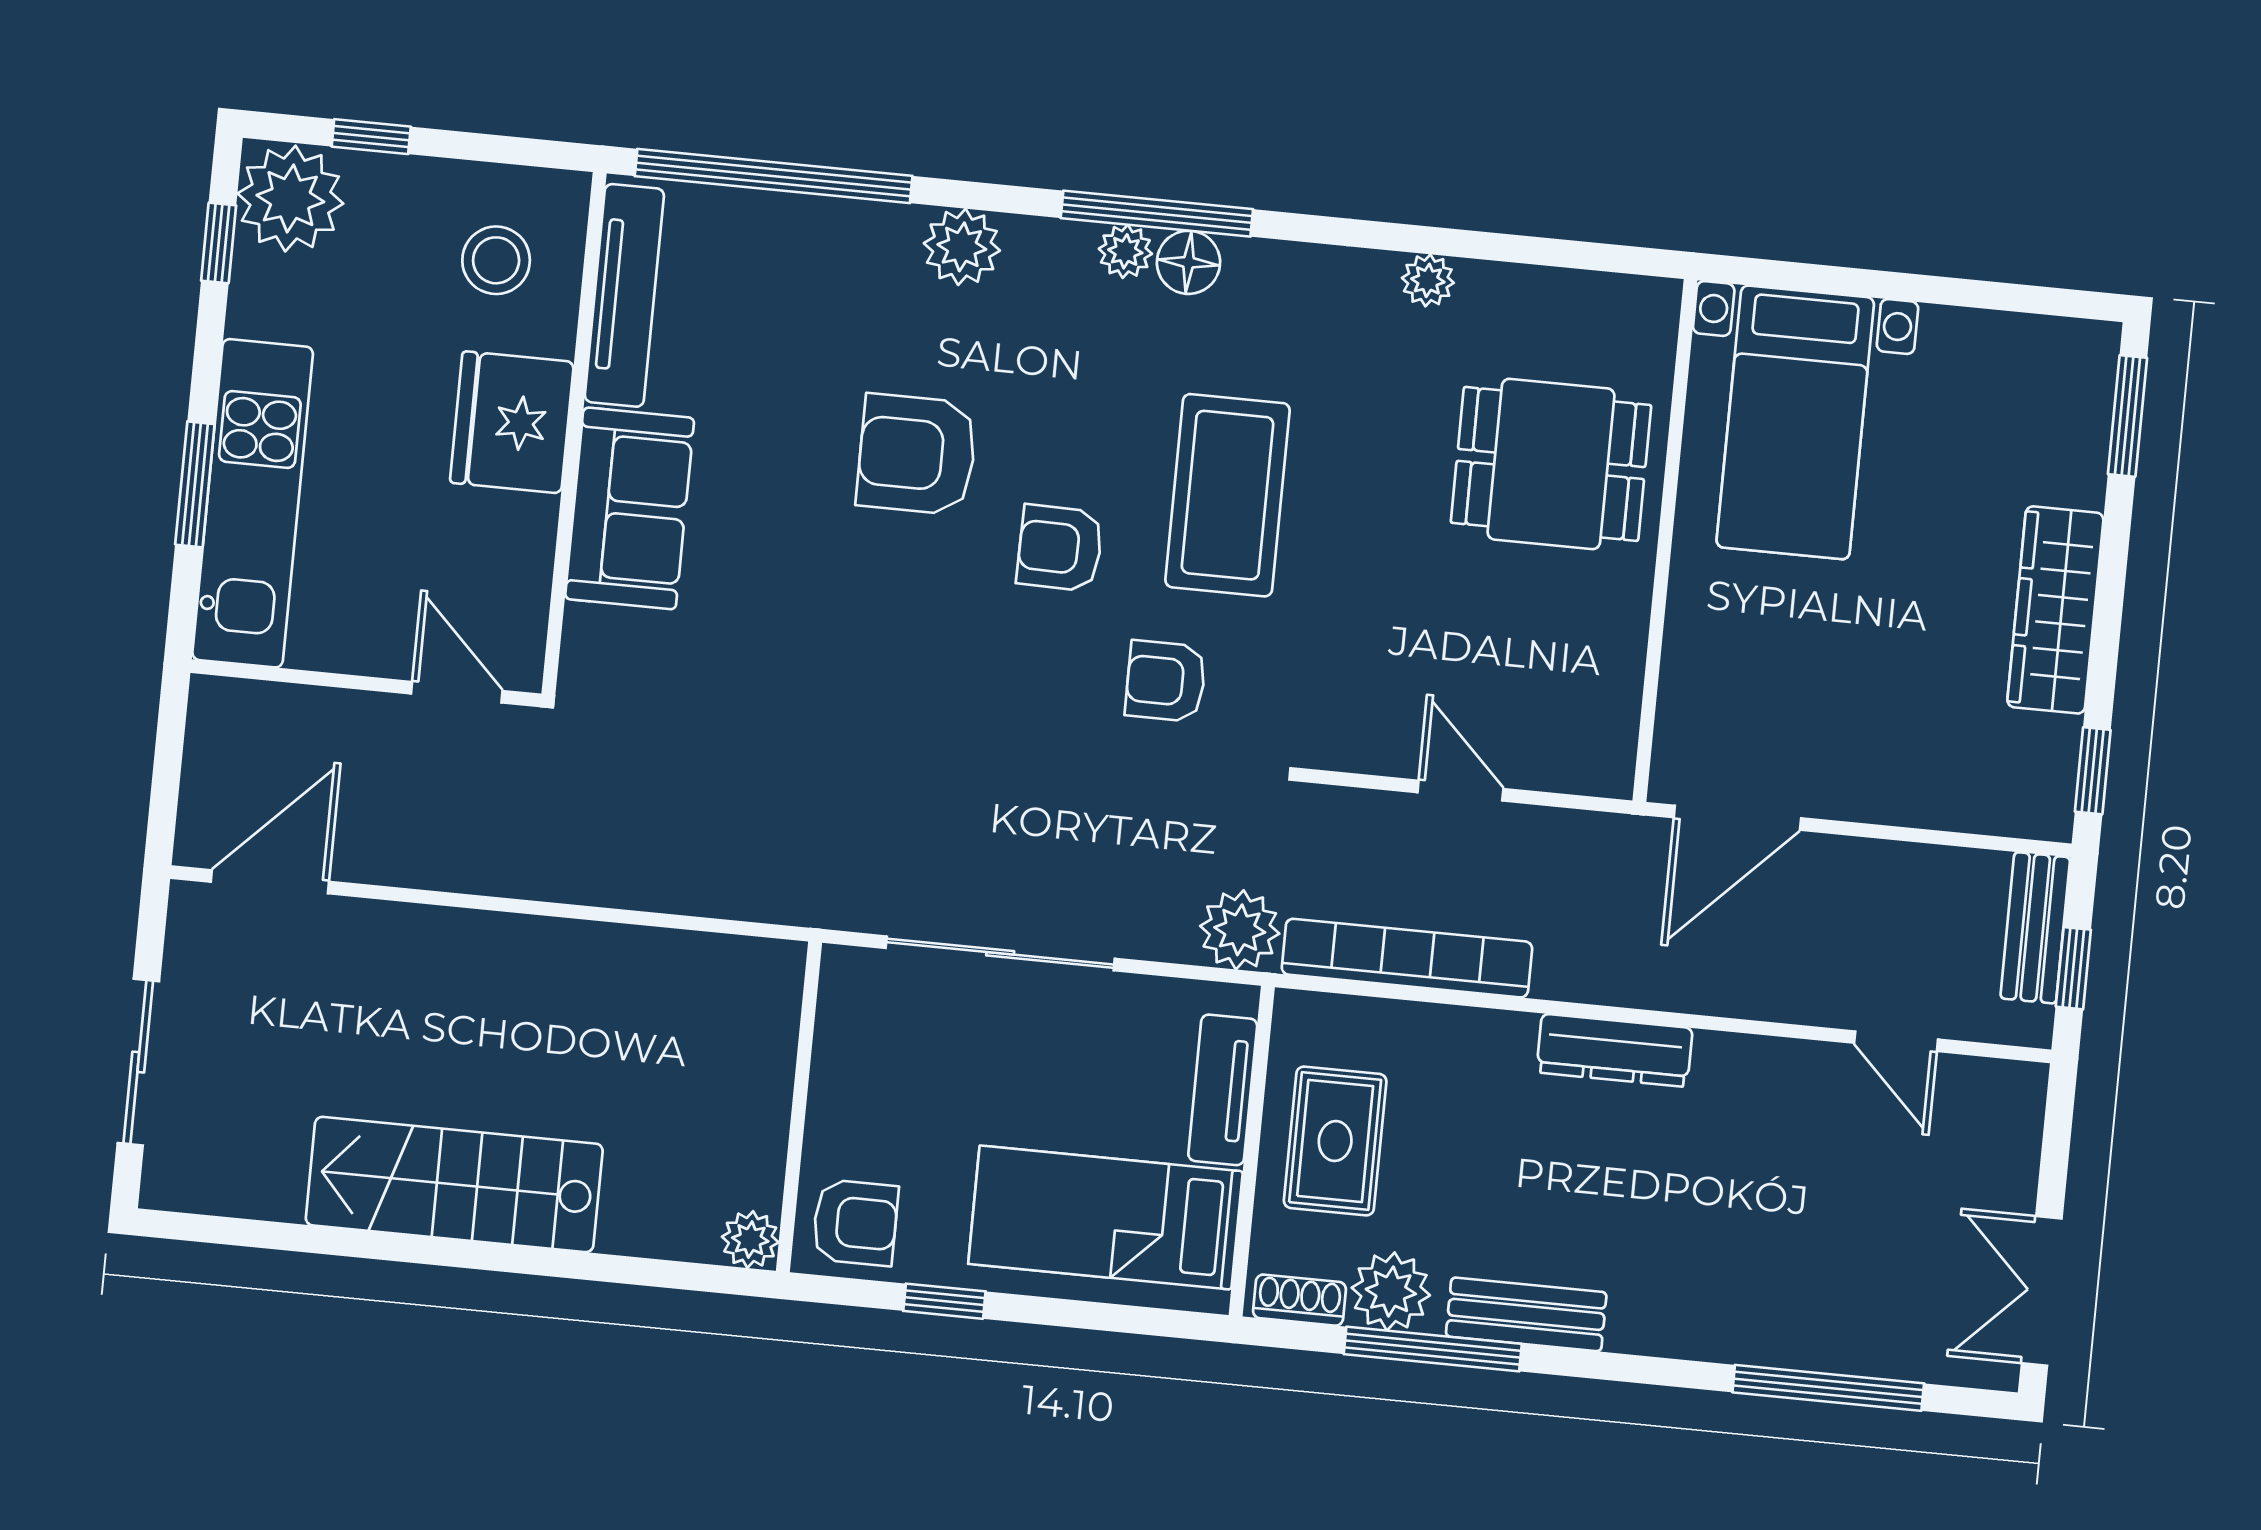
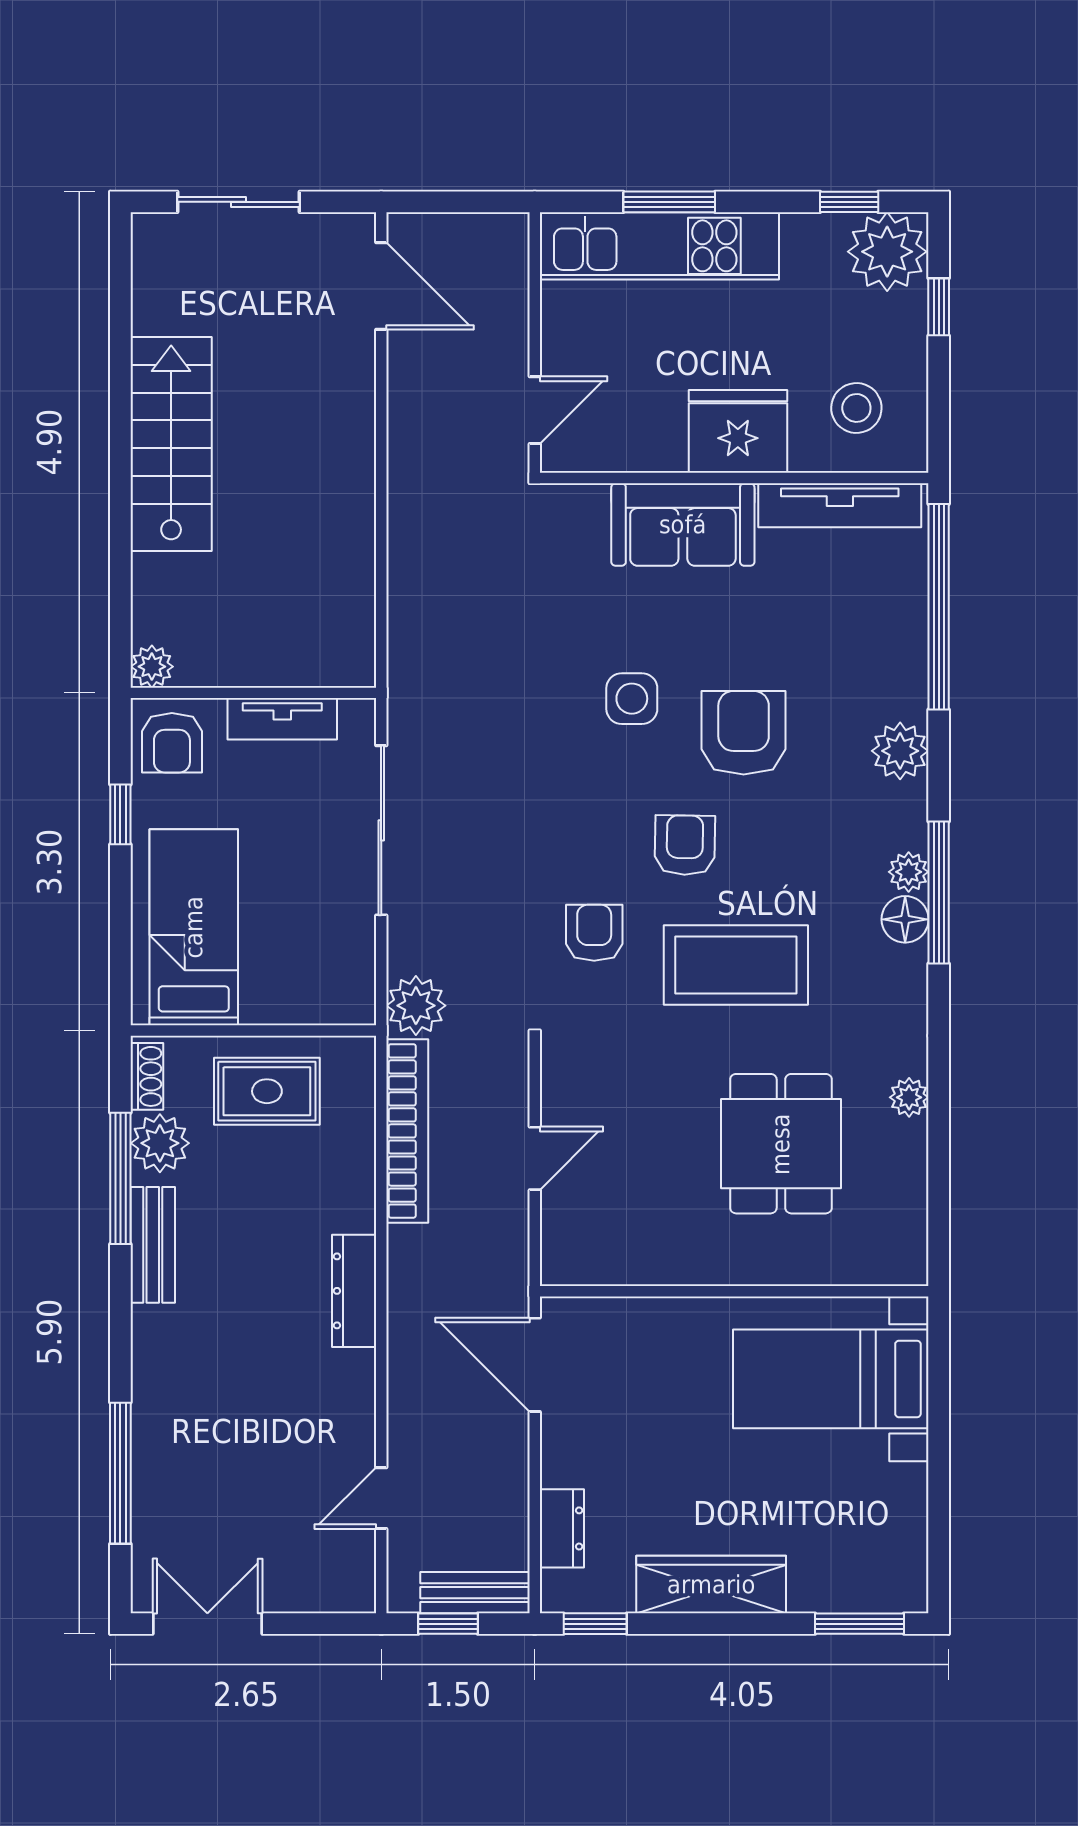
dining table: (1551, 464) -> (781, 1144), moved
side table: (856, 600) -> (632, 699), added
dresser: (1961, 803) -> (562, 1528), added
tv unit: (1223, 1090) -> (282, 719), moved, turned 180

